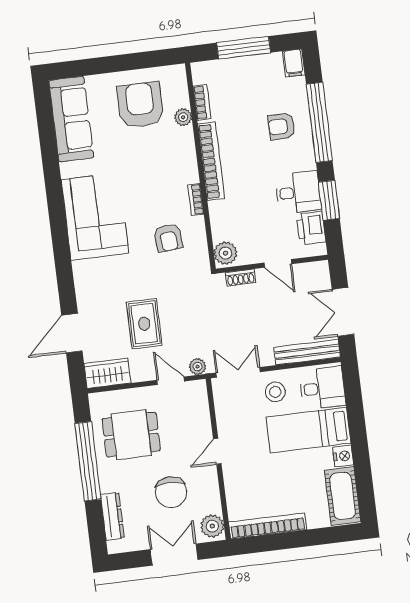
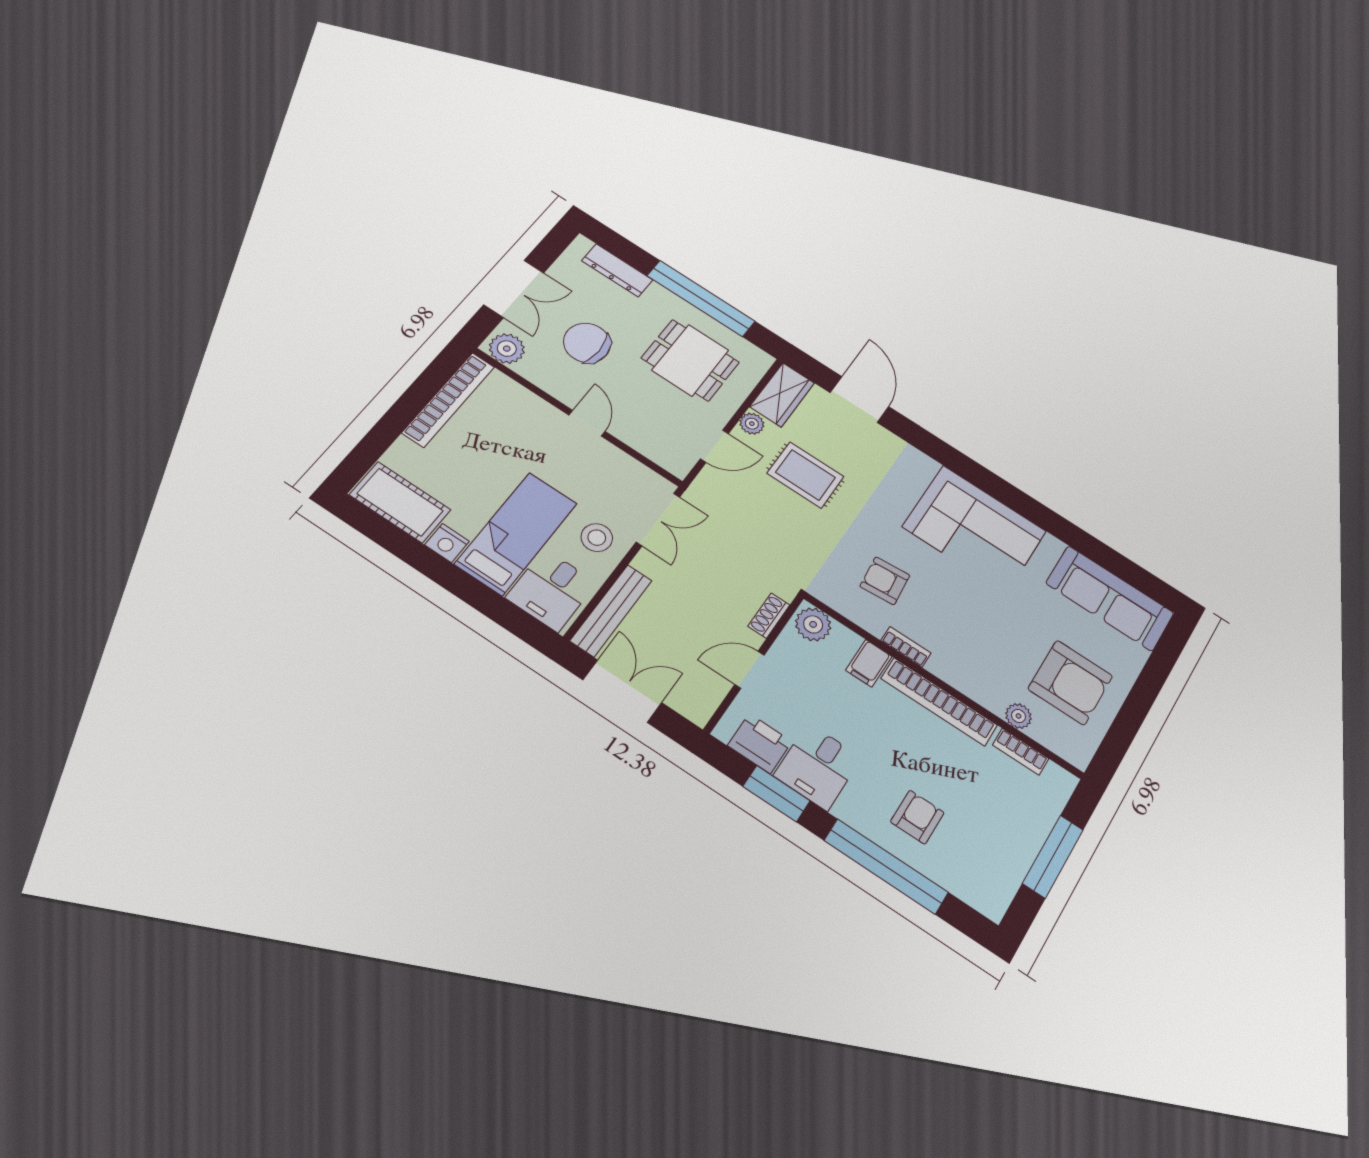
filing cabinet: (294, 63) -> (869, 663), moved, turned -90
plant: (197, 367) -> (752, 424), moved
dining table: (131, 435) -> (690, 360), turned 90

